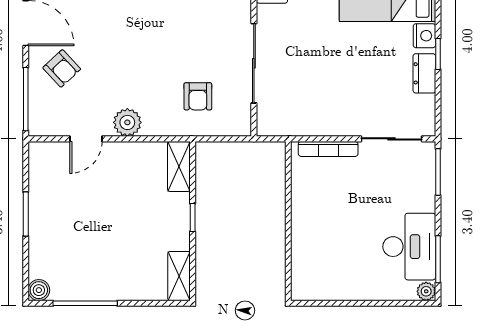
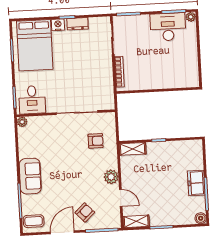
shelving: (179, 276) -> (136, 221), moved
freezer: (107, 285) -> (196, 183), added

